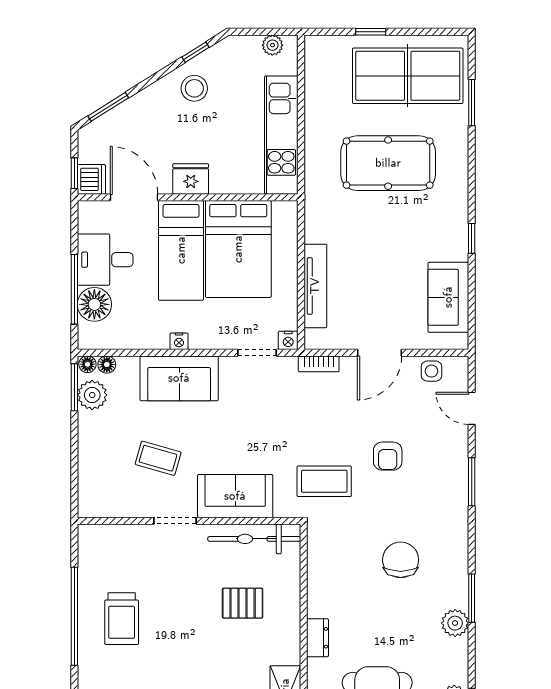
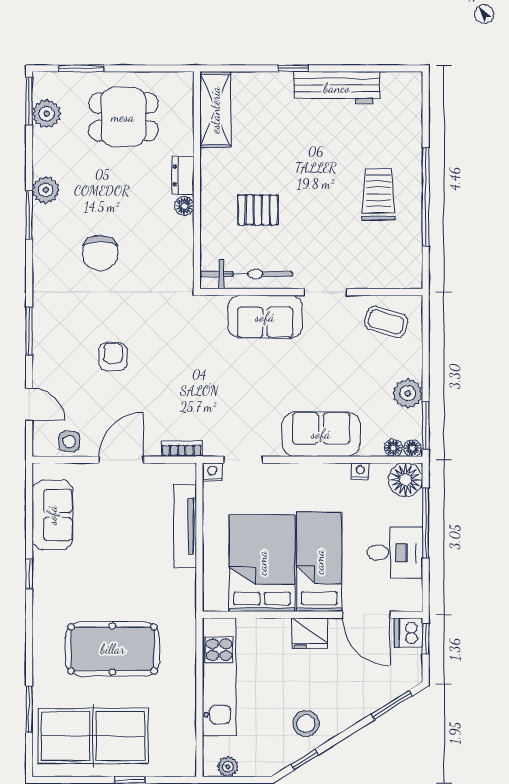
floor lamp: (94, 304) -> (406, 480), moved
nightstand: (179, 341) -> (360, 471), moved
plant: (92, 395) -> (408, 393), moved
coffee table: (158, 458) -> (386, 322), moved
coffee table: (324, 481) -> (176, 331), removed
floor lamp: (316, 607) -> (184, 206), added

